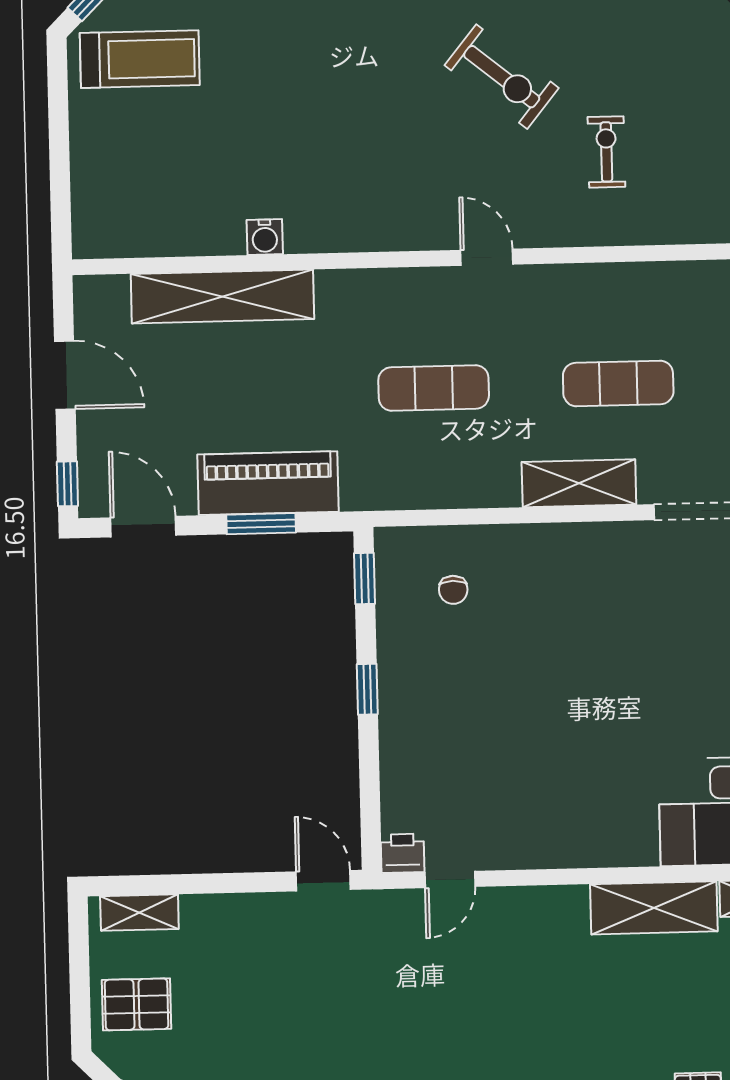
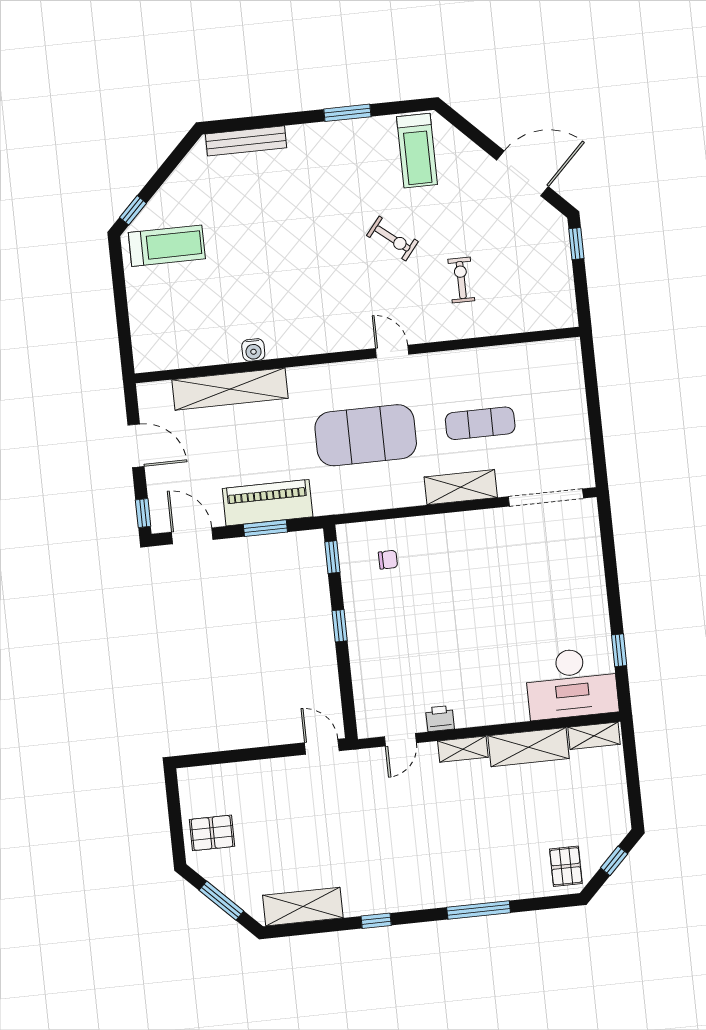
exercise bike: (502, 77) -> (392, 239), width x0.73, depth x0.72
exercise mat: (434, 388) -> (366, 435), width x2.00, depth x1.45
chair: (453, 590) -> (388, 560), turned -90
printer: (403, 853) -> (440, 718), moved
shelving: (139, 913) -> (463, 749), moved

